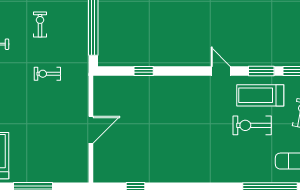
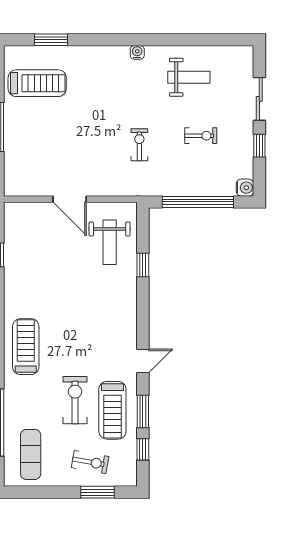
treadmill: (260, 95) -> (112, 410), turned 180
weight bench: (126, 98) -> (110, 242), added
treadmill: (209, 165) -> (26, 347), added

